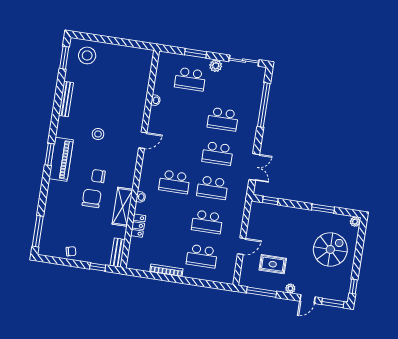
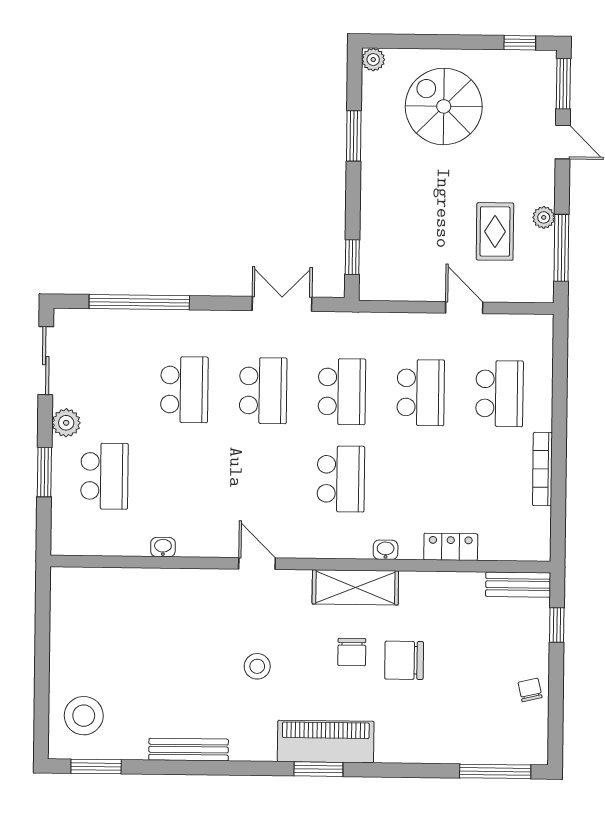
shelving: (122, 207) -> (355, 587), moved
plant: (290, 288) -> (544, 217), moved

